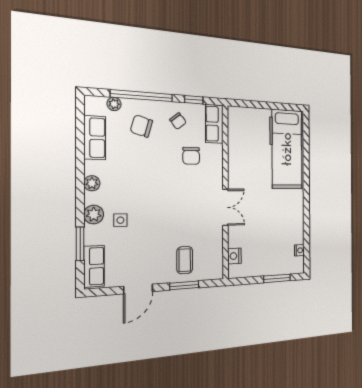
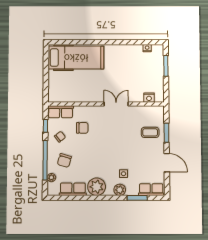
plant: (92, 183) -> (97, 187), width x1.88, depth x1.88

